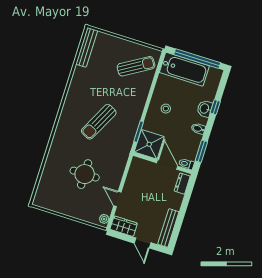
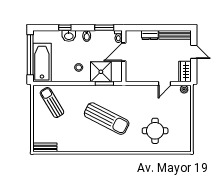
bench: (87, 47) -> (45, 147), width x0.73
sun lounger: (99, 122) -> (107, 119), width x1.36, depth x1.34
shower: (149, 144) -> (101, 72), moved
round table: (85, 174) -> (155, 131), moved
dresser: (182, 184) -> (150, 35), moved
door: (143, 243) -> (194, 52), hinge flipped

